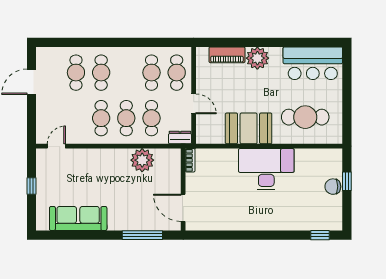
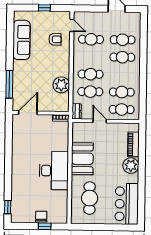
door: (194, 104) -> (100, 121), swing flipped
cafe table: (101, 118) -> (91, 39), moved
armchair: (77, 170) -> (55, 39), added

